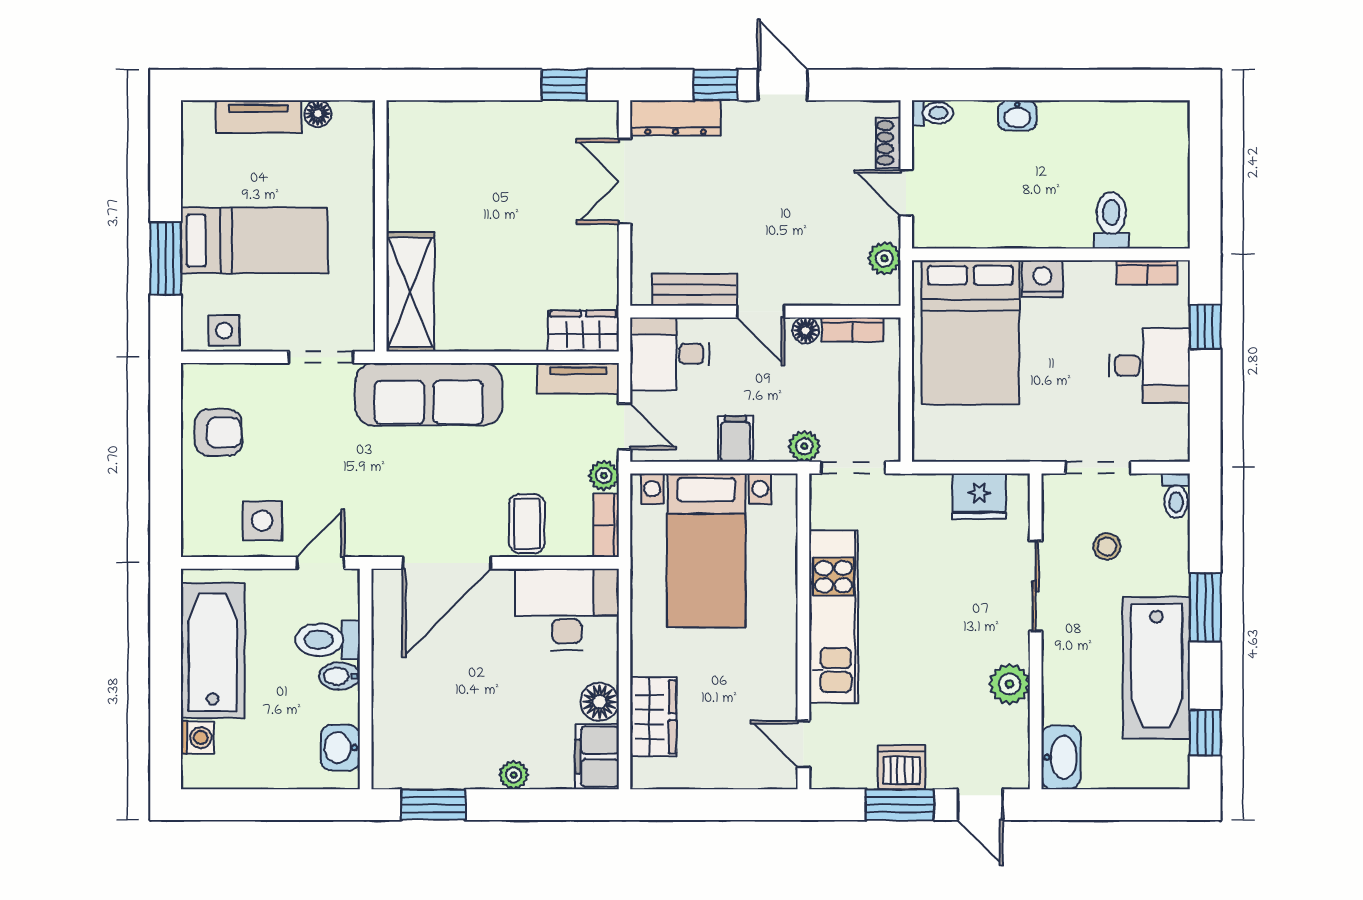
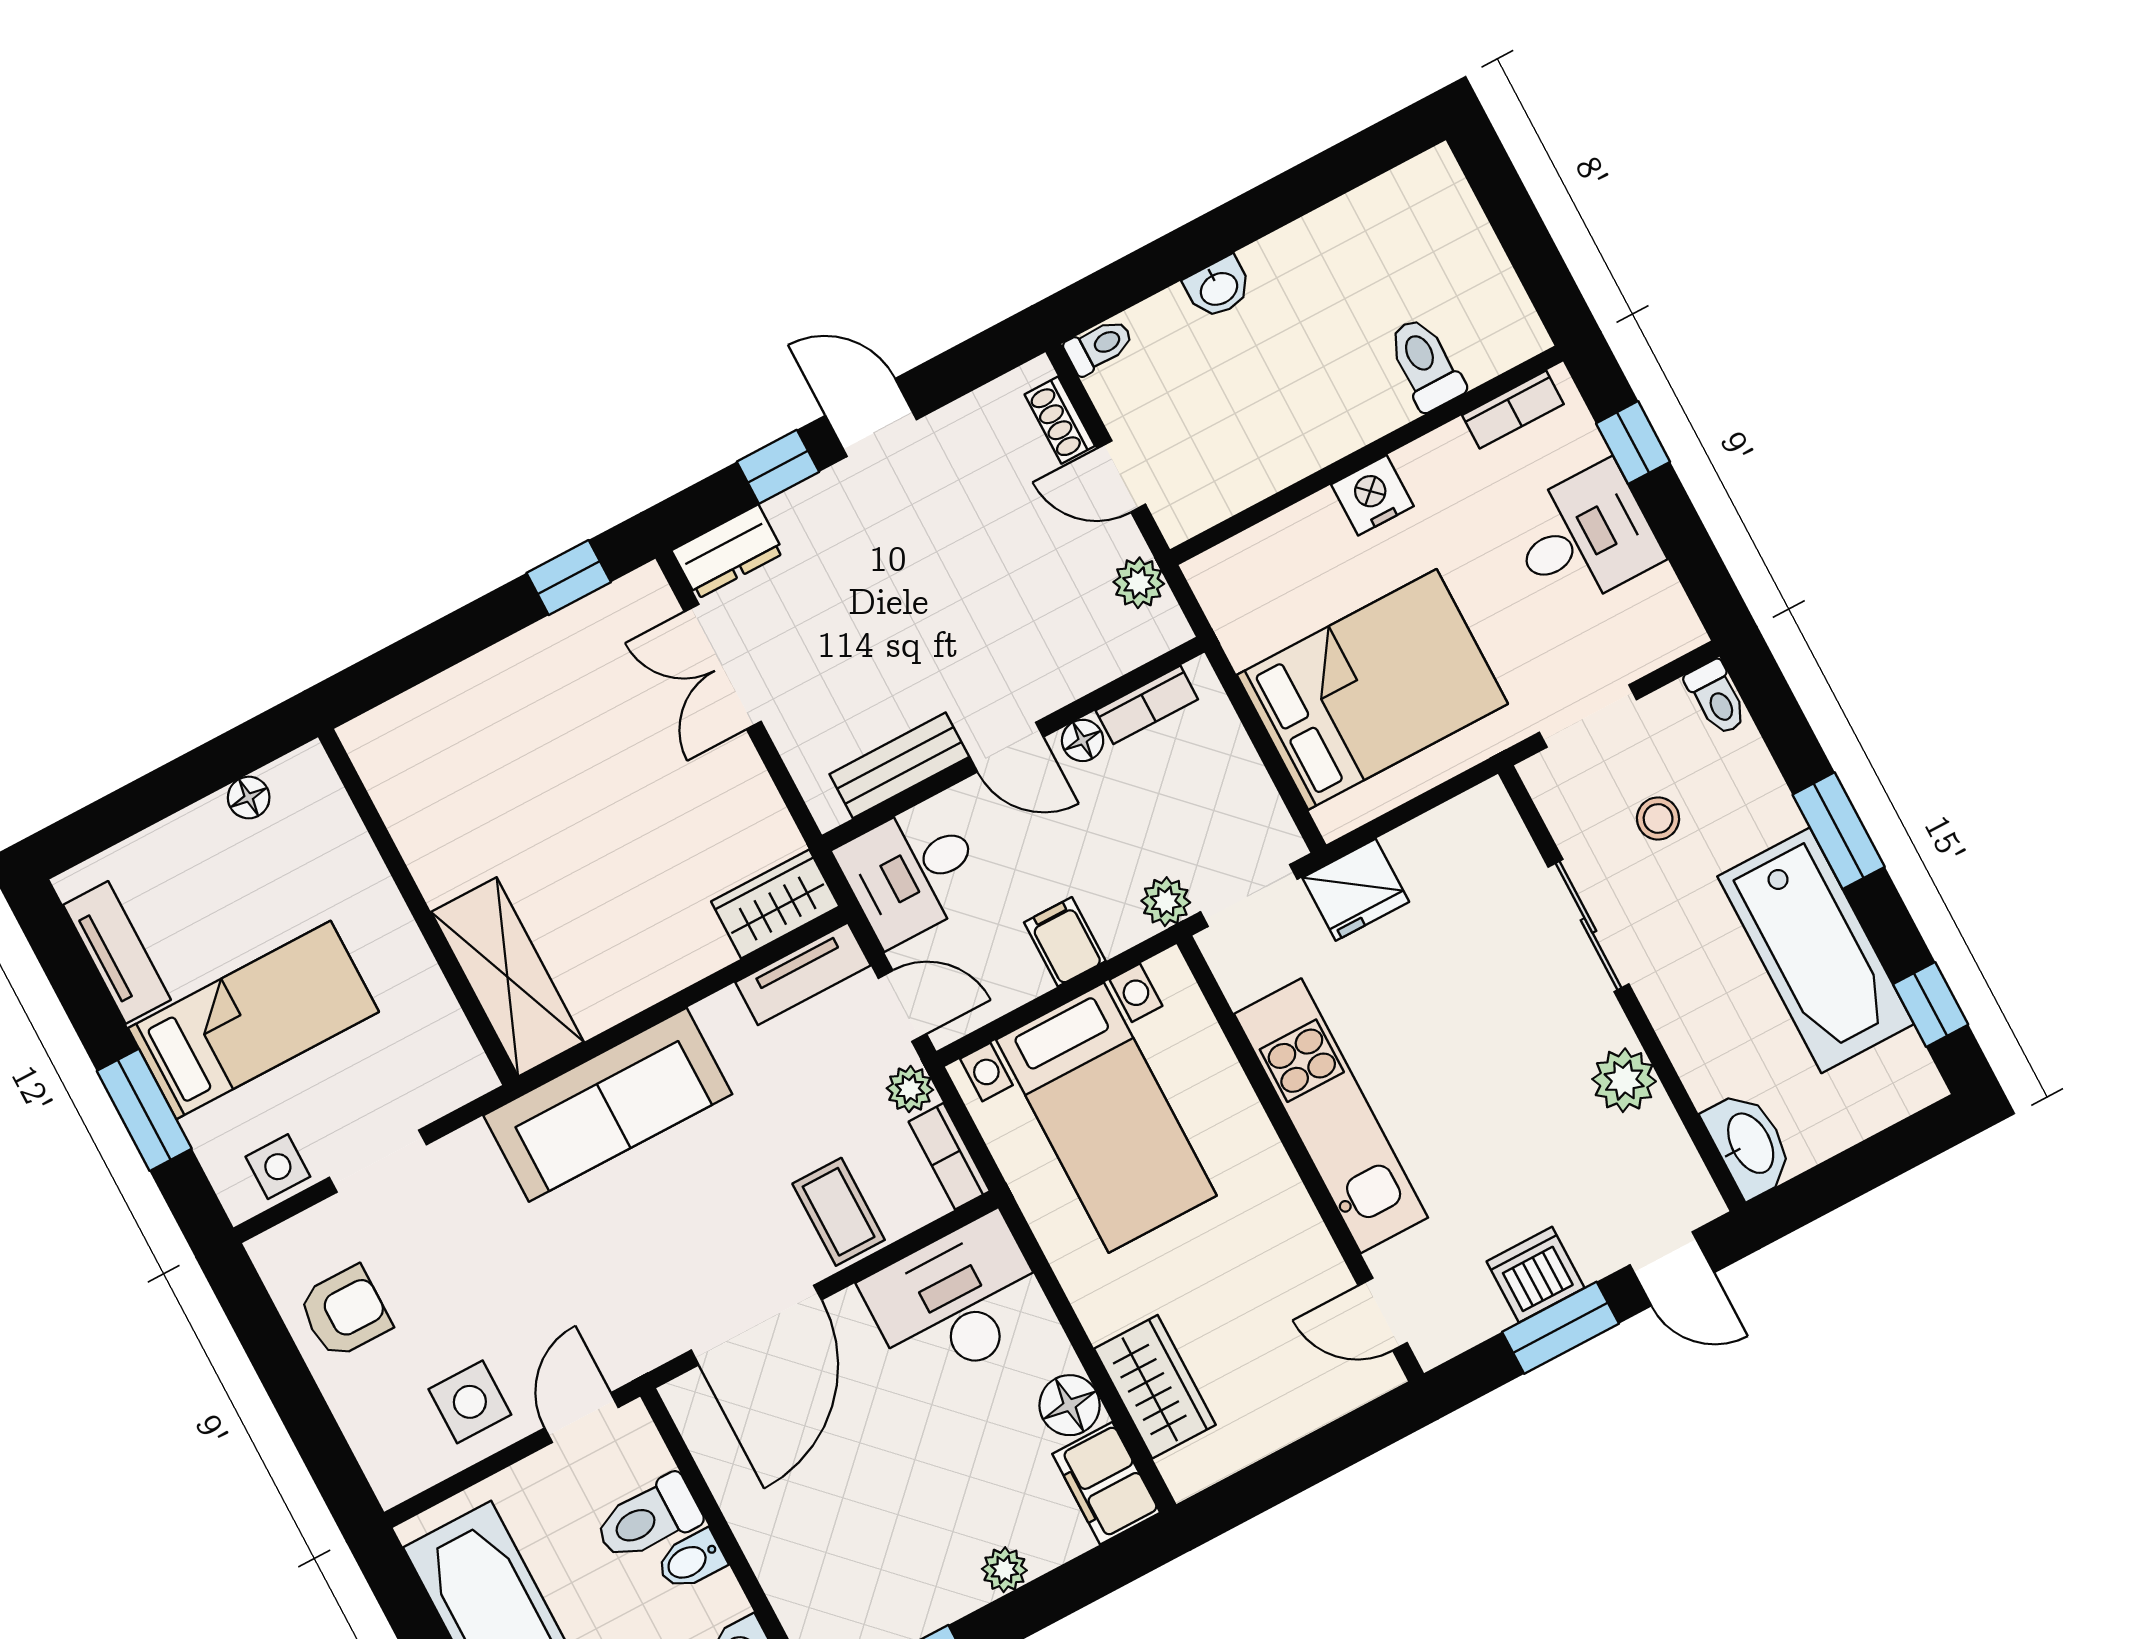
tv unit: (259, 117) -> (117, 952), moved, turned -90
dresser: (675, 118) -> (728, 552), width x0.70
bed: (970, 332) -> (1372, 689), moved, turned -90
doorway: (321, 357) -> (378, 1161), moved
fridge: (979, 496) -> (1356, 890), moved

